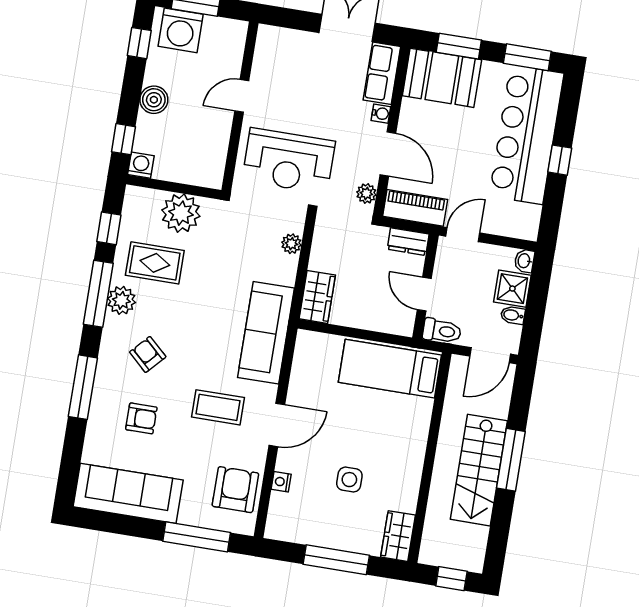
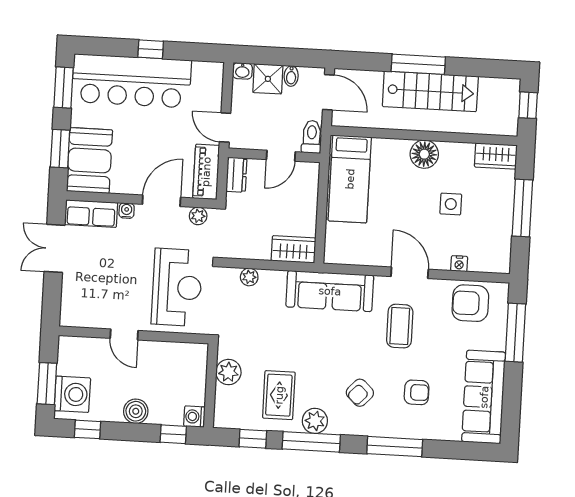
plant: (181, 213) -> (228, 372), width x0.73, depth x0.73
armchair: (141, 418) -> (417, 392), turned 90
floor lamp: (409, 456) -> (424, 154), added

